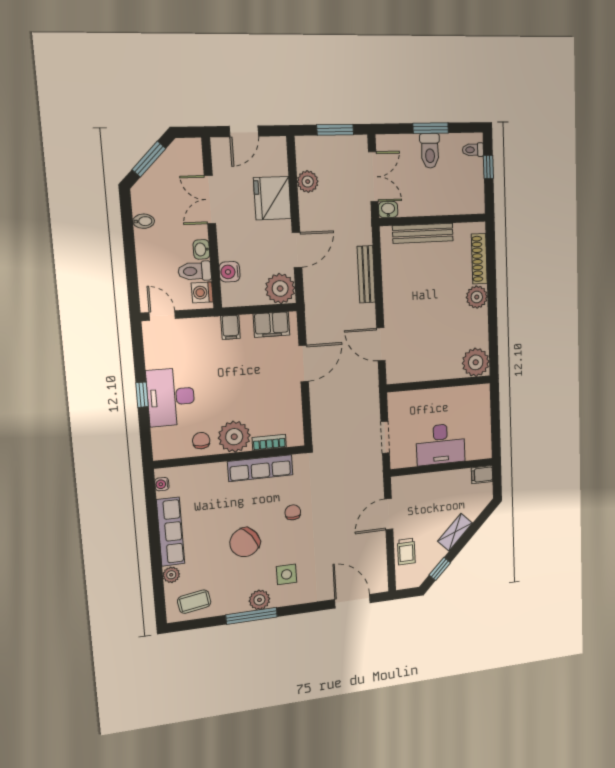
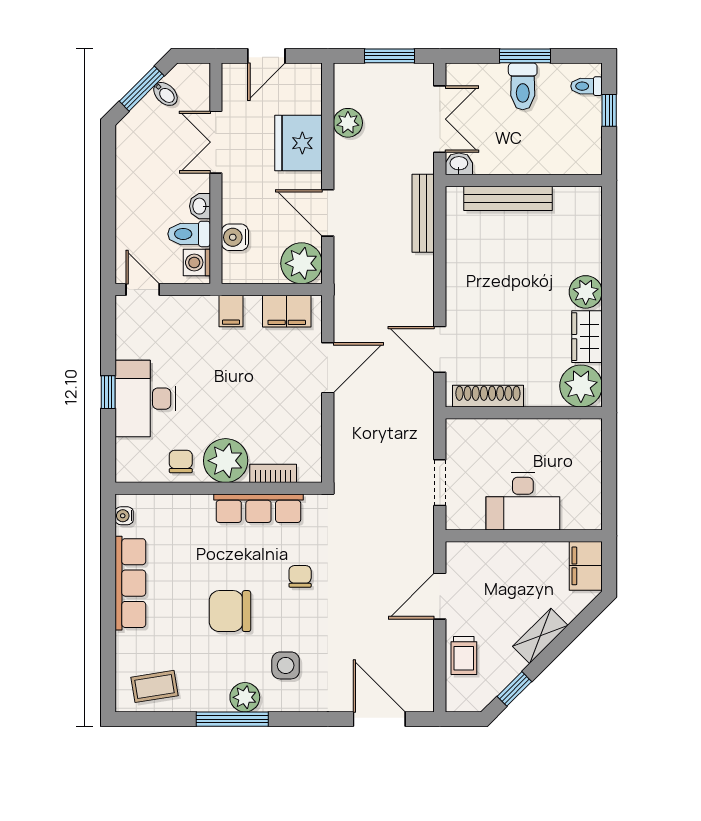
bidet: (144, 221) -> (165, 94), moved, turned 45
door: (297, 250) -> (328, 213), swing flipped
shoe rack: (479, 259) -> (488, 396), moved, turned 90
bench: (366, 274) -> (423, 213), moved
wardrobe: (479, 328) -> (587, 337), added
filing cabinet: (482, 475) -> (586, 566), width x2.00
chair: (245, 542) -> (230, 611), turned 37
plant: (171, 575) -> (127, 644), removed

